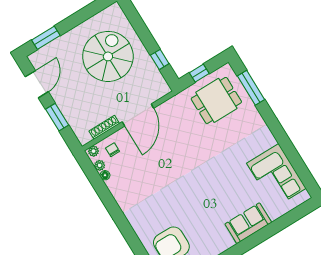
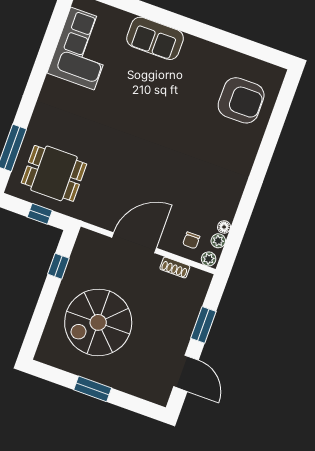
window: (46, 38) -> (93, 389), moved
door: (37, 84) -> (186, 373), swing flipped
shoe rack: (104, 127) -> (175, 267), width x0.70

